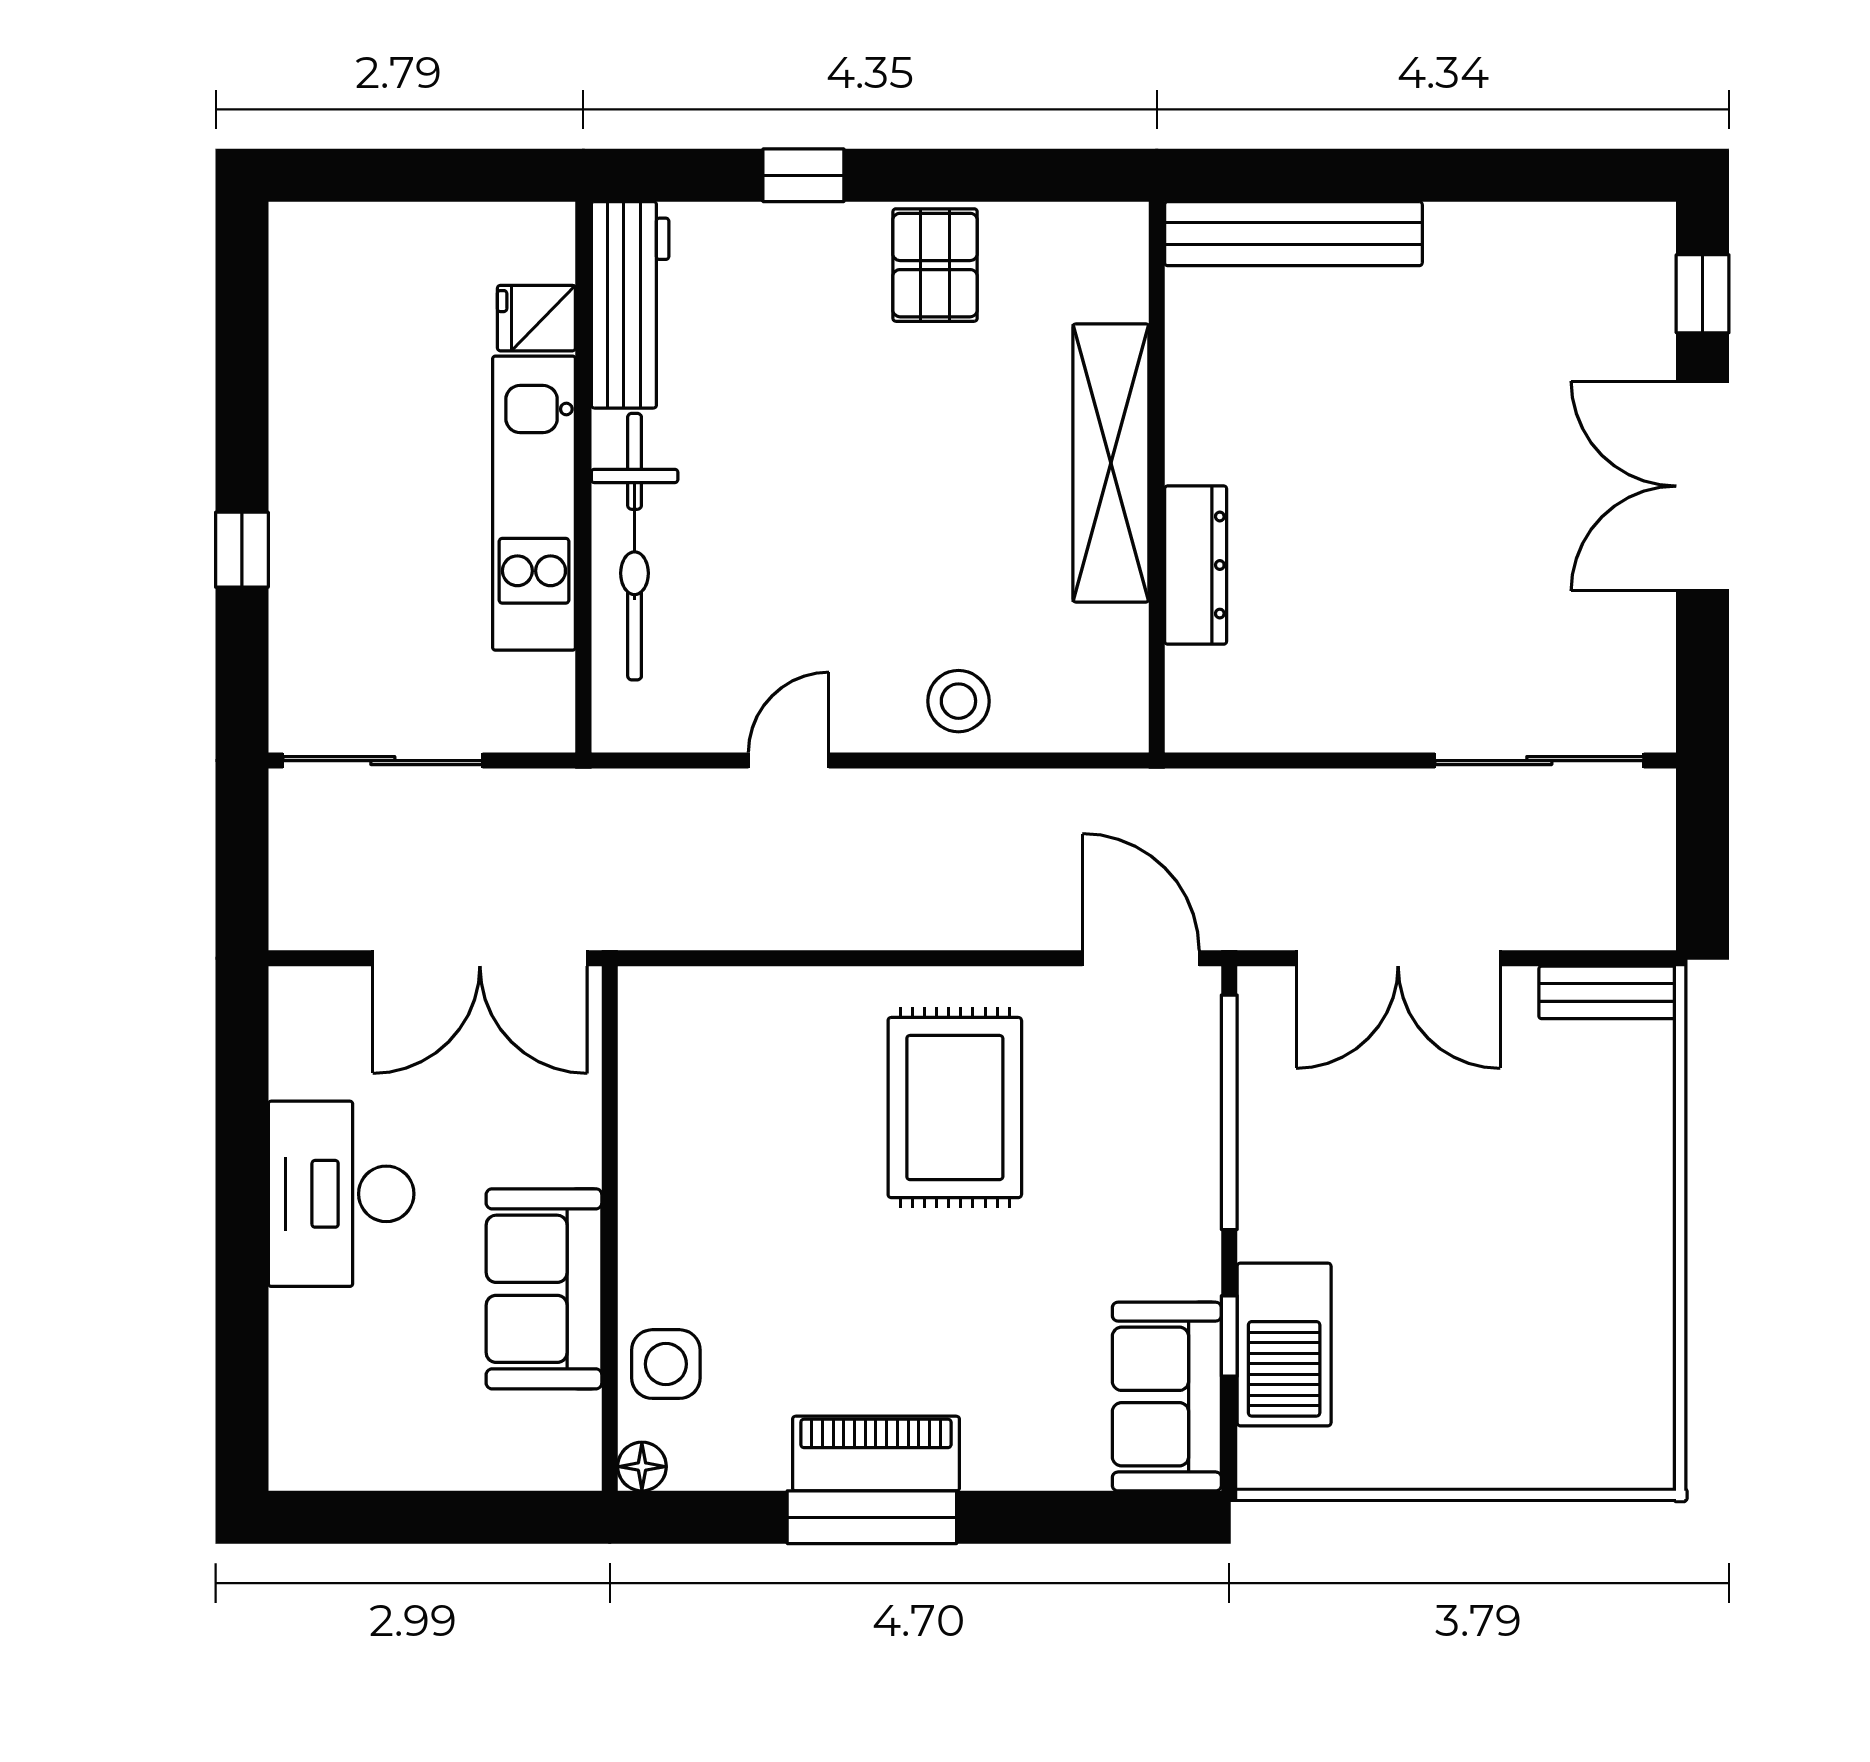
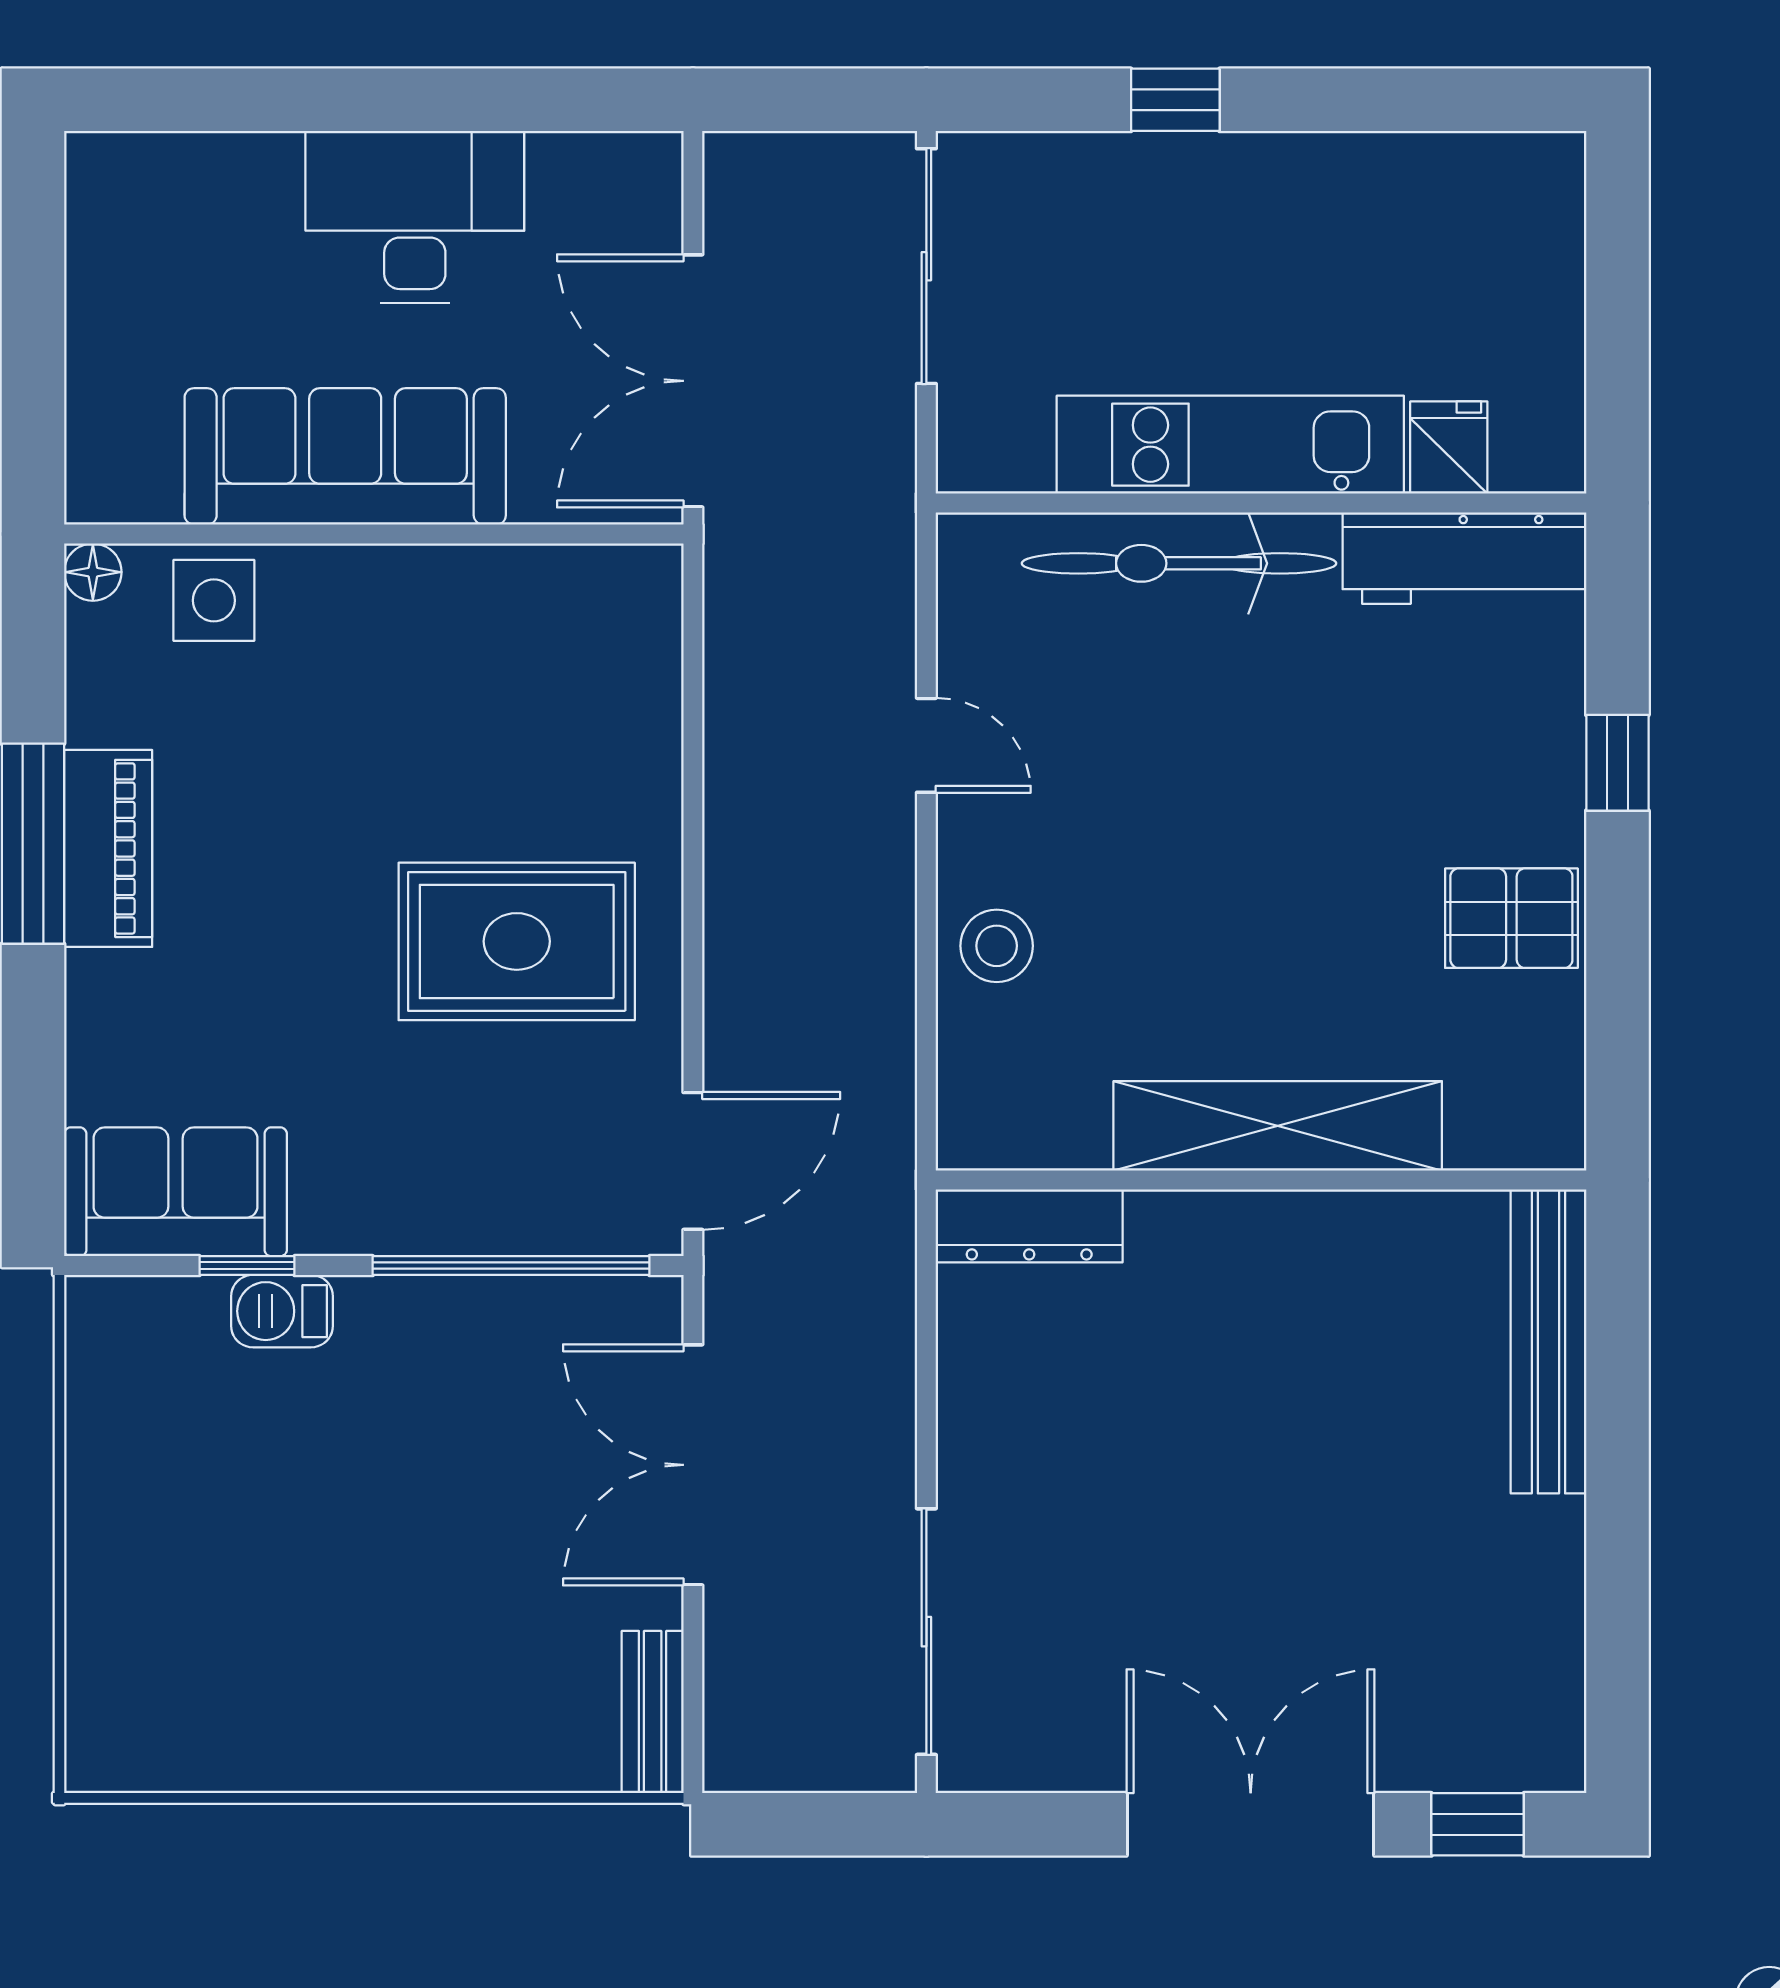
dresser: (1196, 565) -> (1029, 1226), moved
sofa: (544, 1289) -> (345, 456), width x1.36
barbecue: (1284, 1344) -> (282, 1311), width x0.53, depth x0.65

